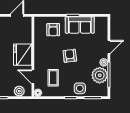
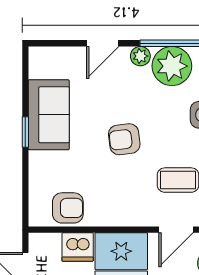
armchair: (53, 30) -> (68, 208), moved
dishwasher: (26, 37) -> (78, 247), added
door: (109, 47) -> (103, 43), swing flipped

